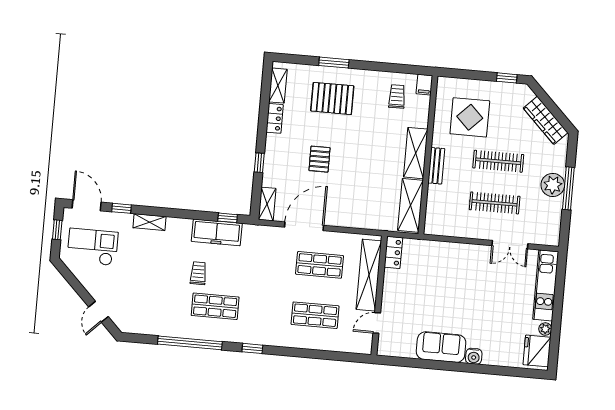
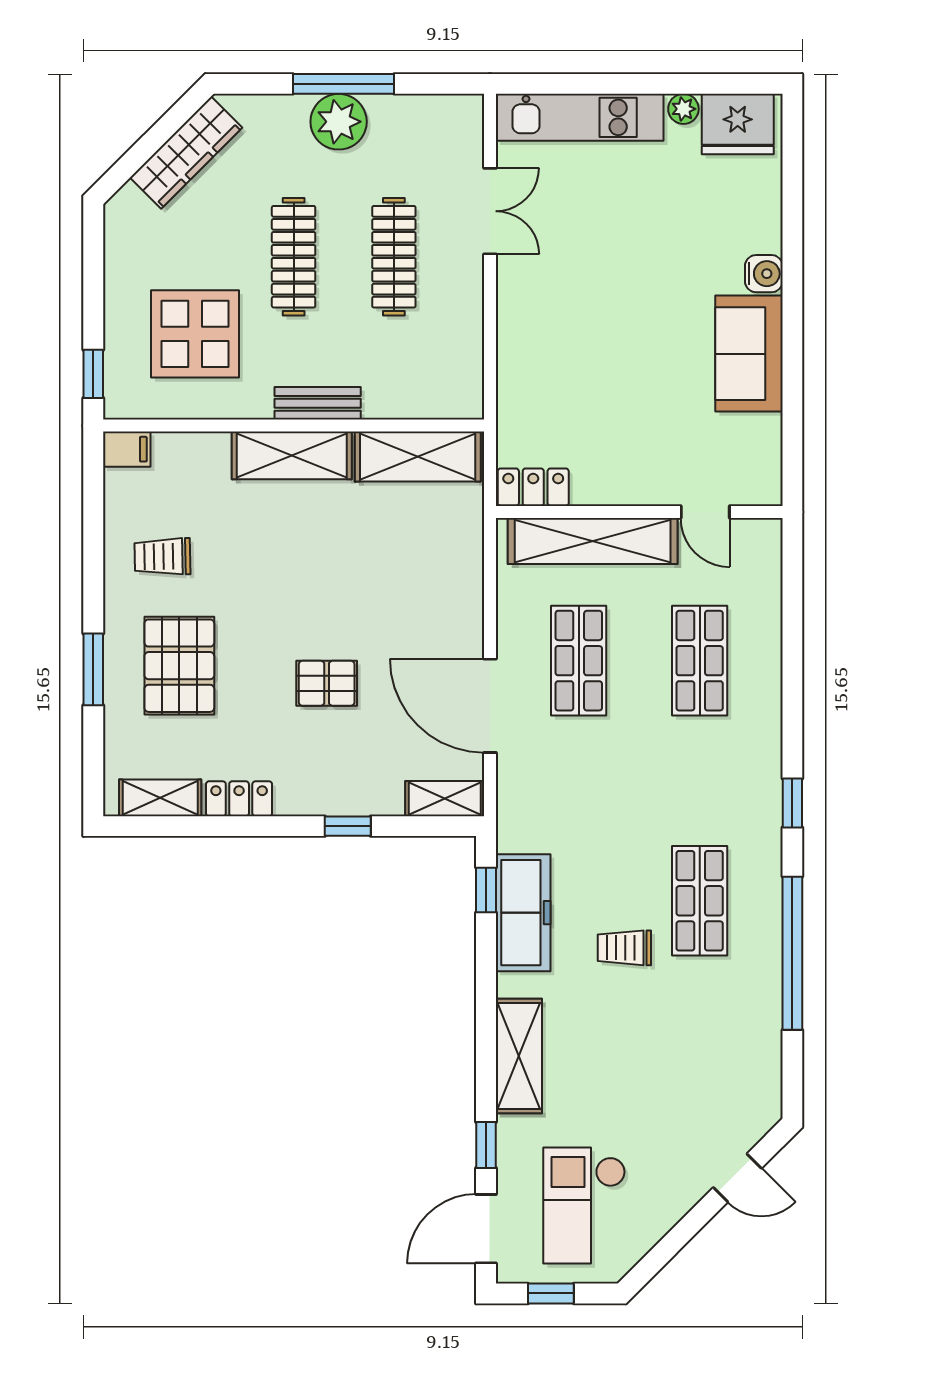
window: (507, 78) -> (93, 374), moved
trolley: (397, 96) -> (162, 557), moved
shelving: (149, 222) -> (519, 1056), width x1.50, depth x1.33

